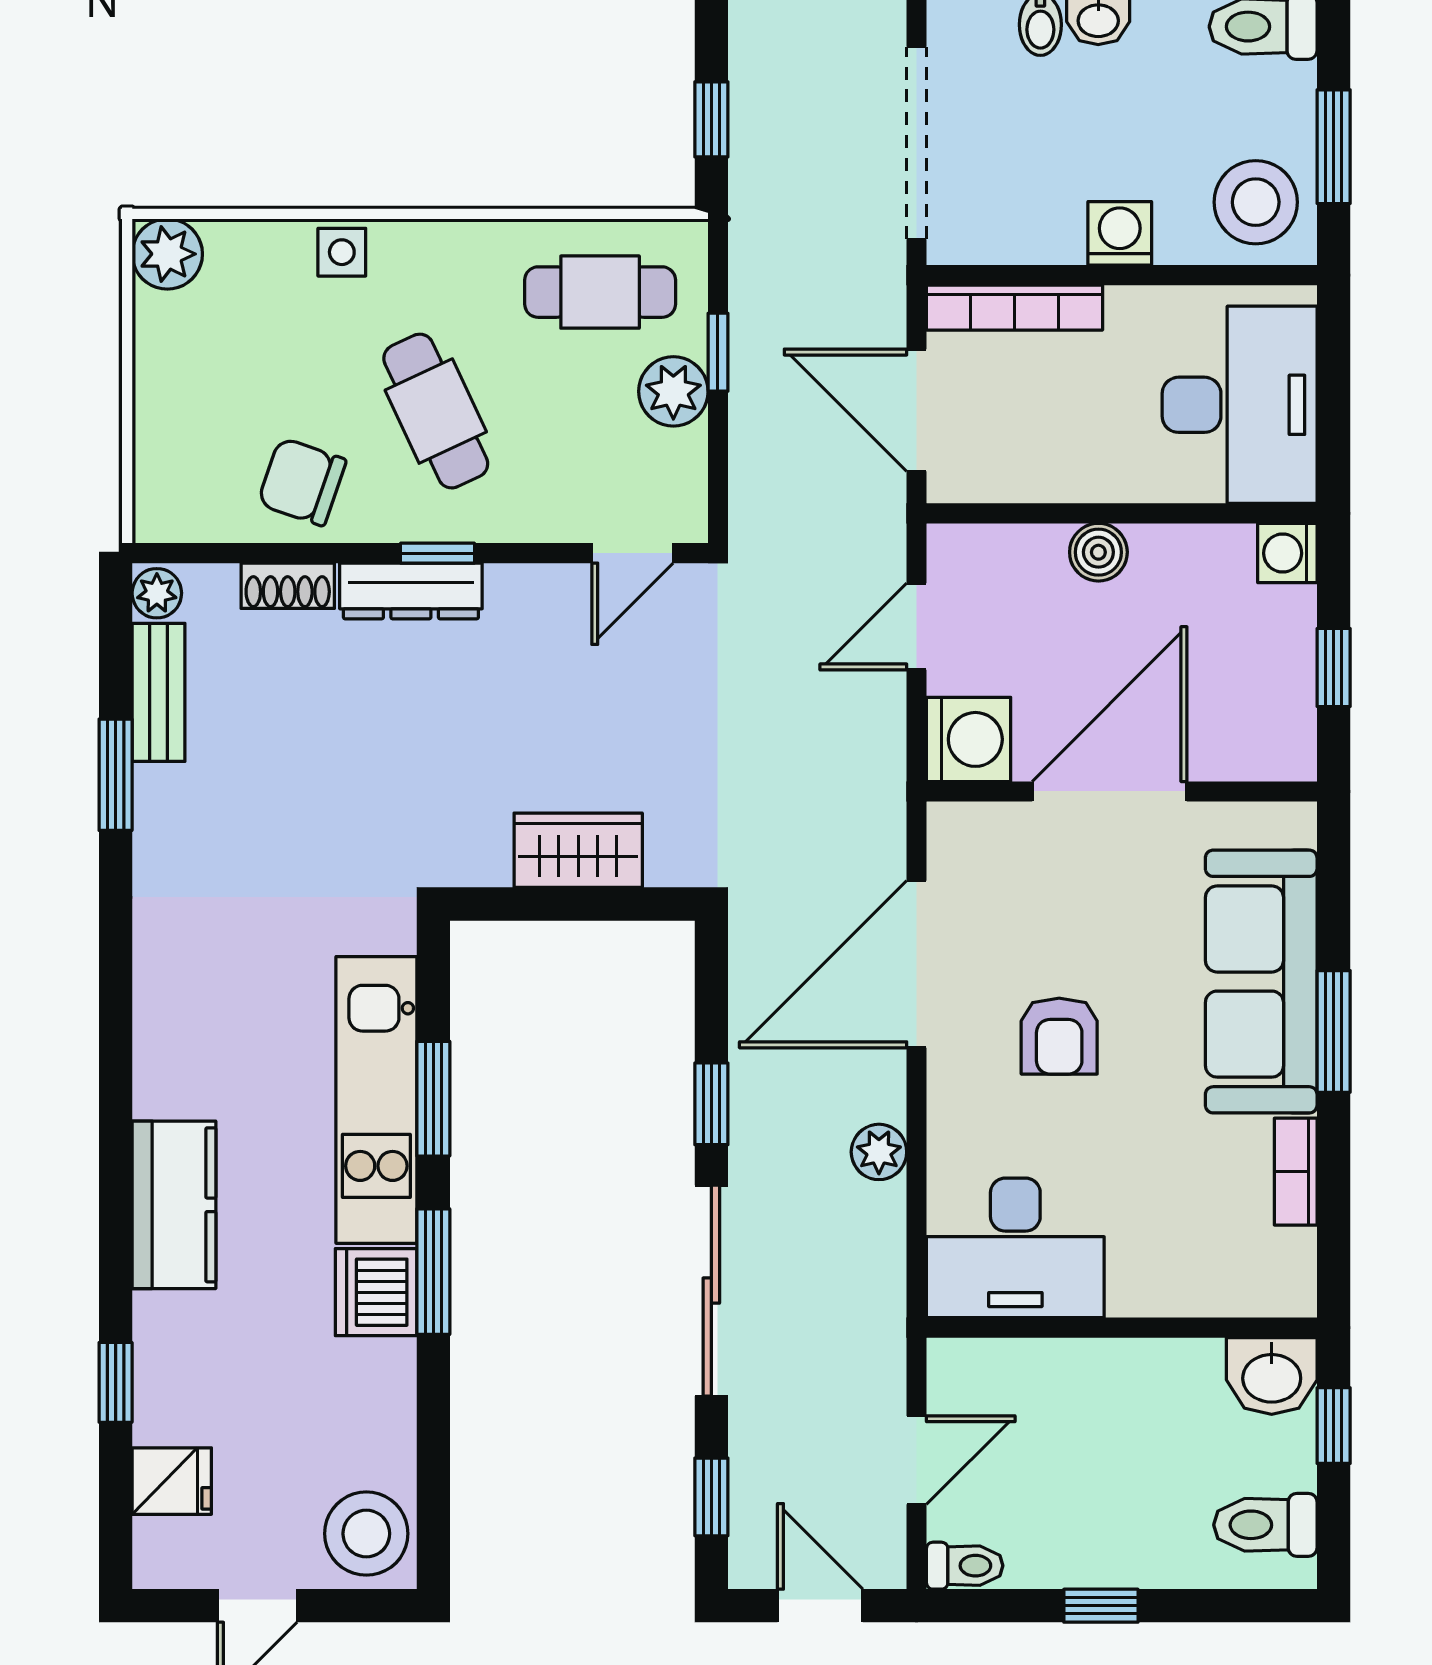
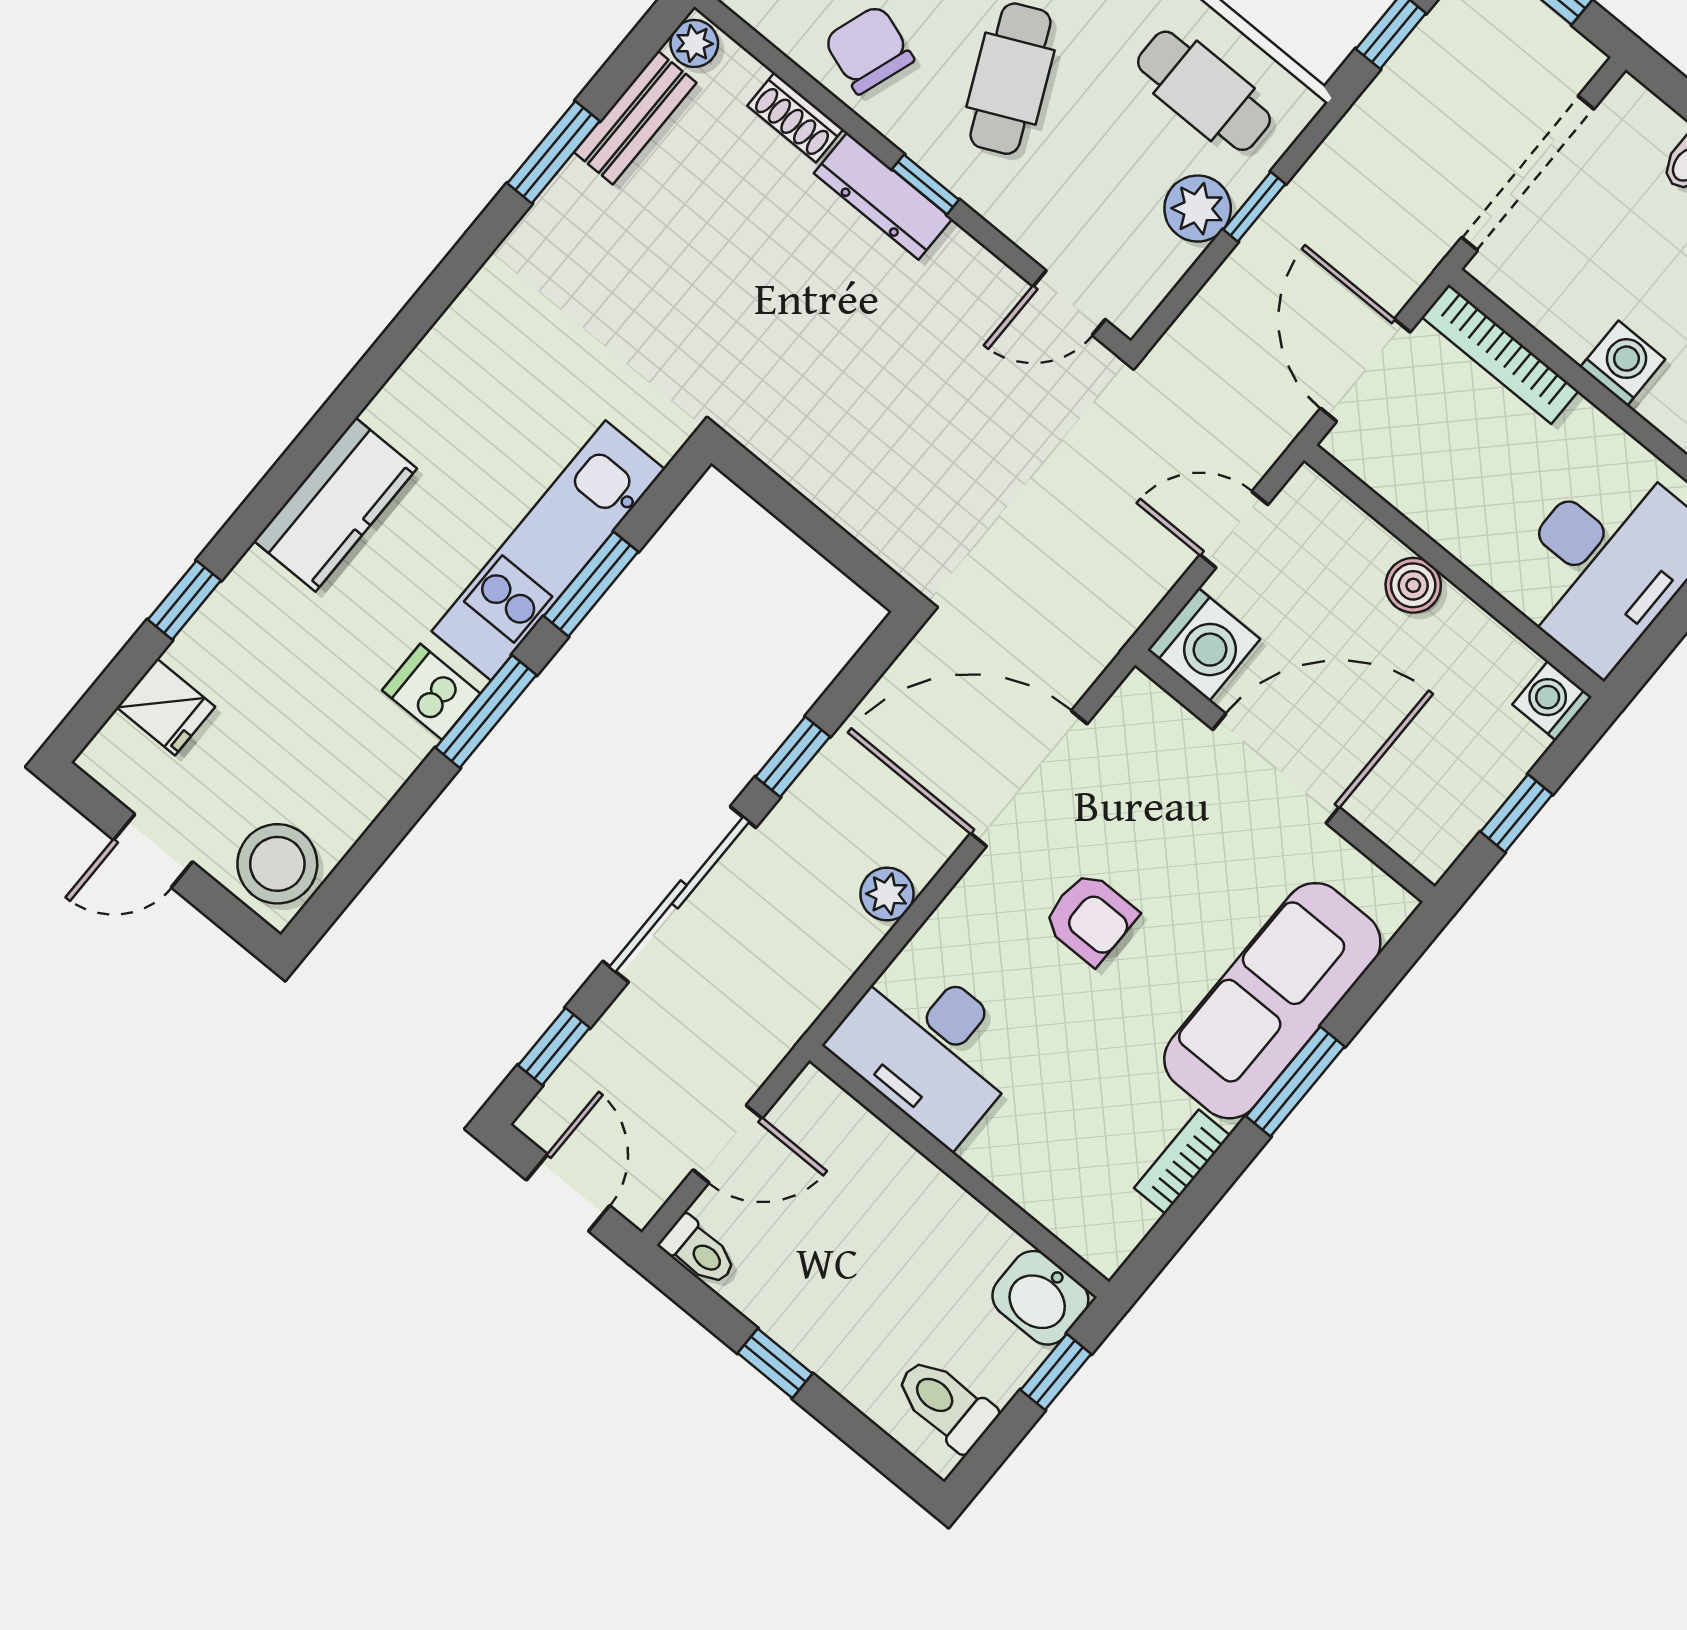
wardrobe: (578, 850) -> (849, 489), removed
armchair: (1059, 1036) -> (1090, 918), turned -90
dishwasher: (376, 1292) -> (431, 692), width x0.73

